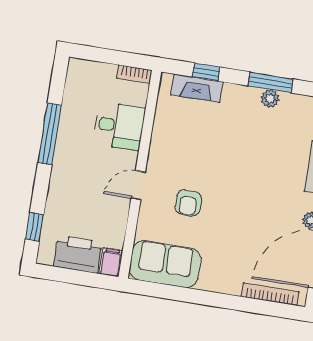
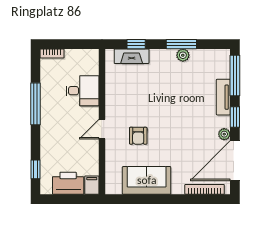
bookcase: (134, 74) -> (52, 53), moved
sofa: (165, 264) -> (147, 180), moved

